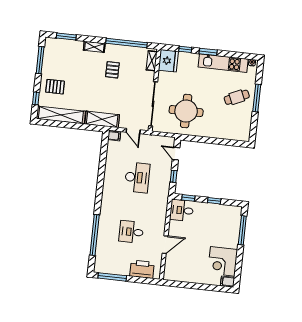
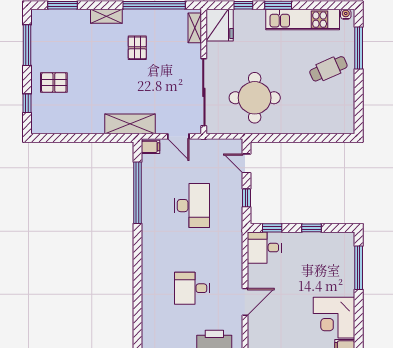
window: (257, 98) -> (359, 48), moved
shelving: (61, 115) -> (67, 124), removed
window: (95, 235) -> (138, 193), moved

